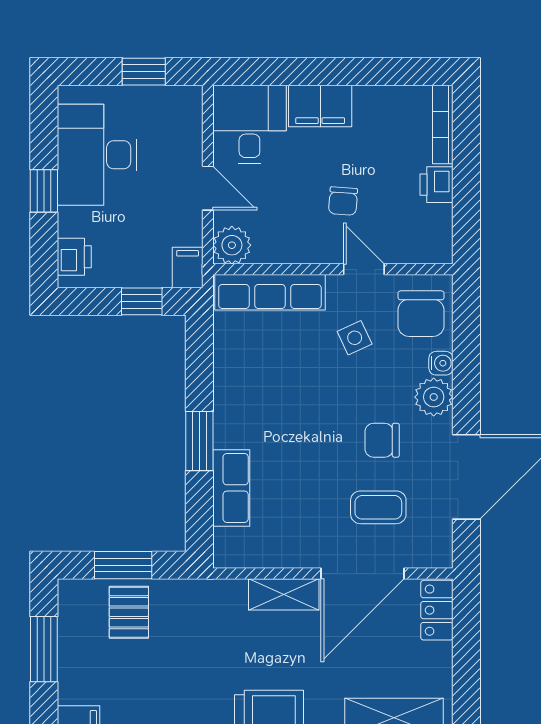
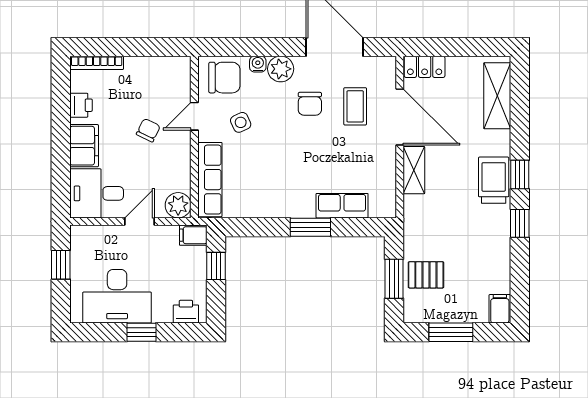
printer: (437, 185) -> (81, 105), moved, turned -90
chair: (343, 201) -> (148, 130), turned -68

